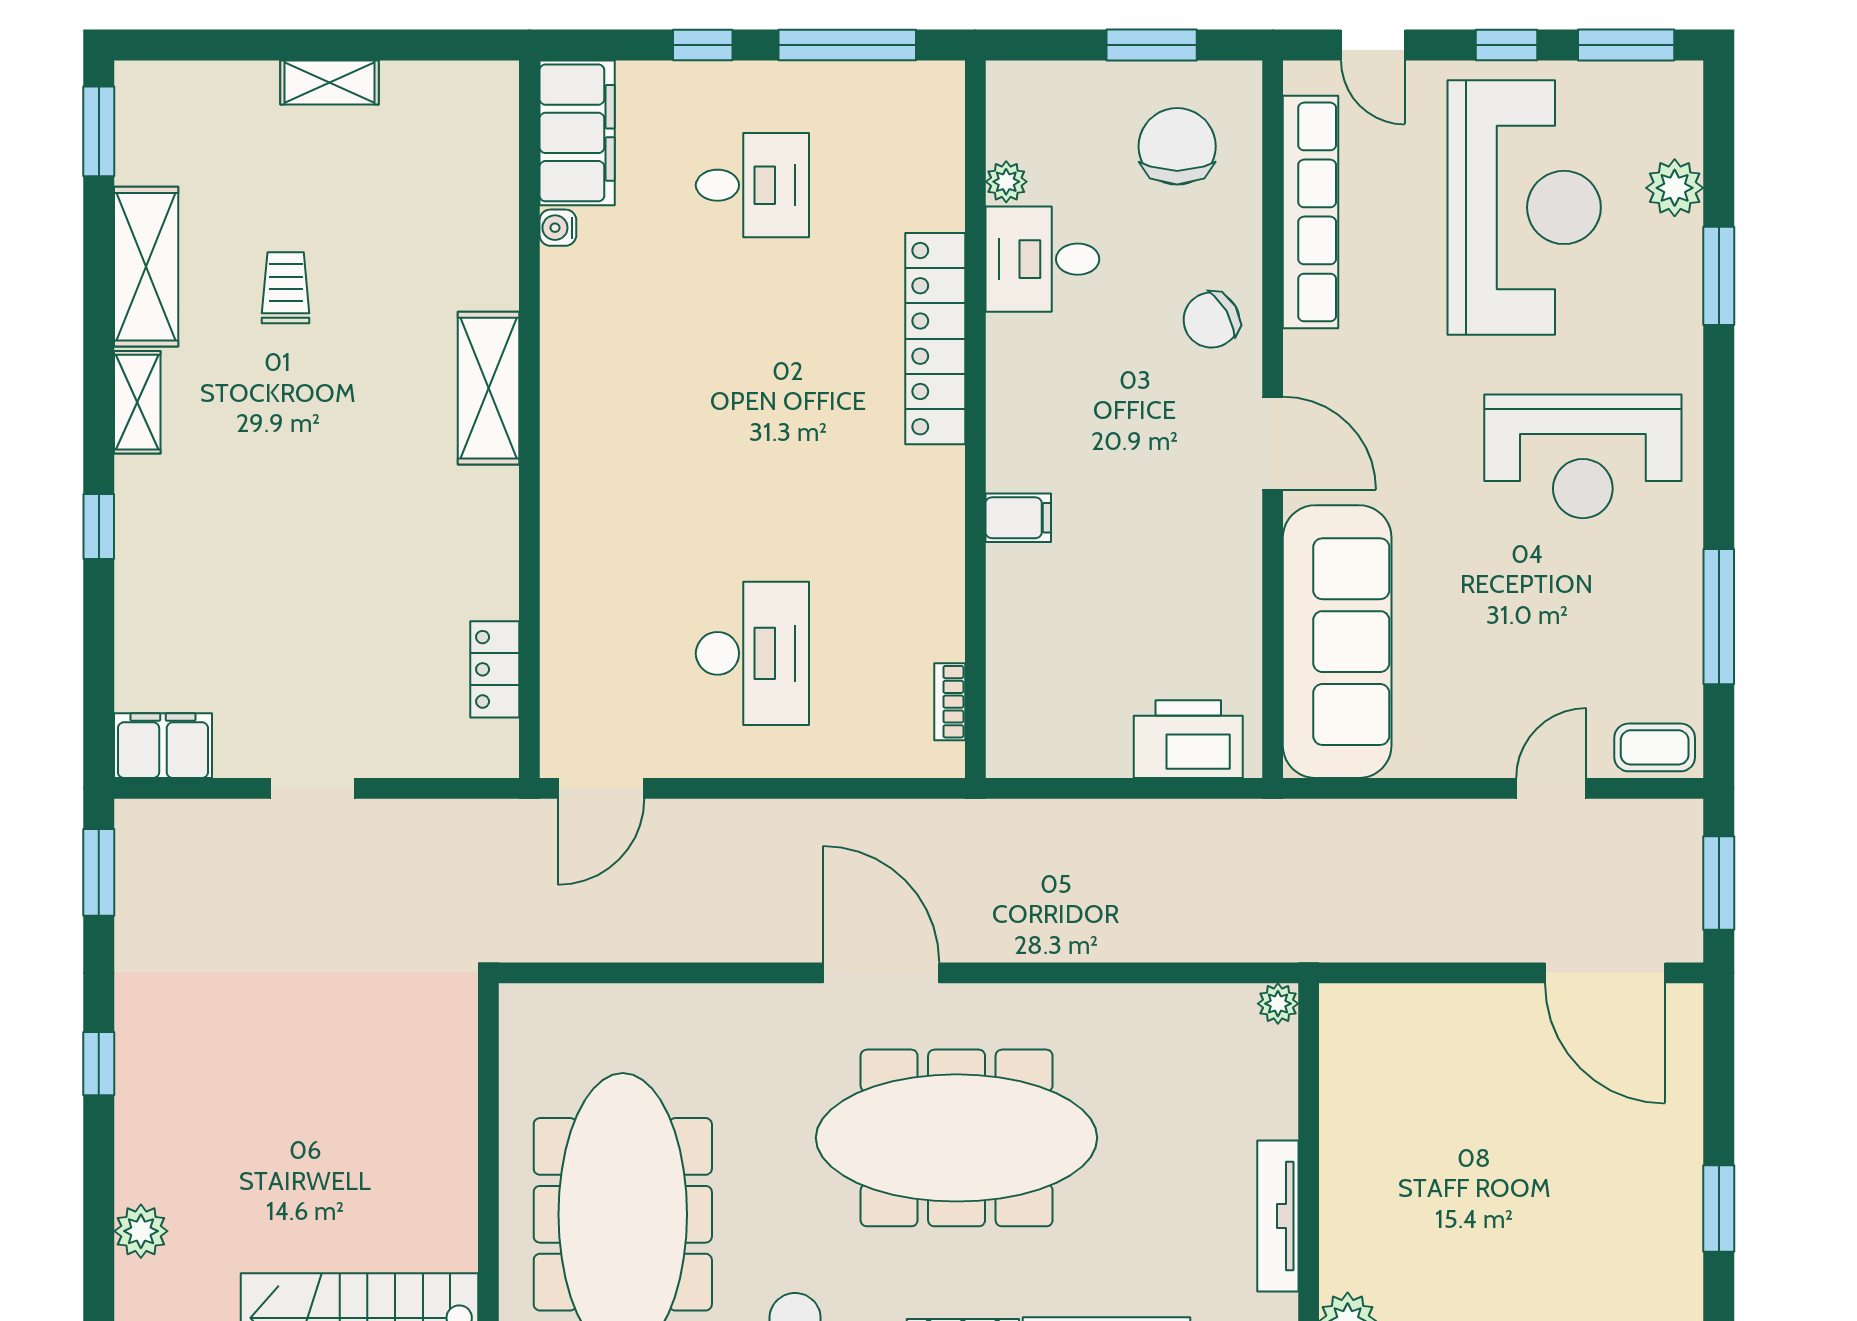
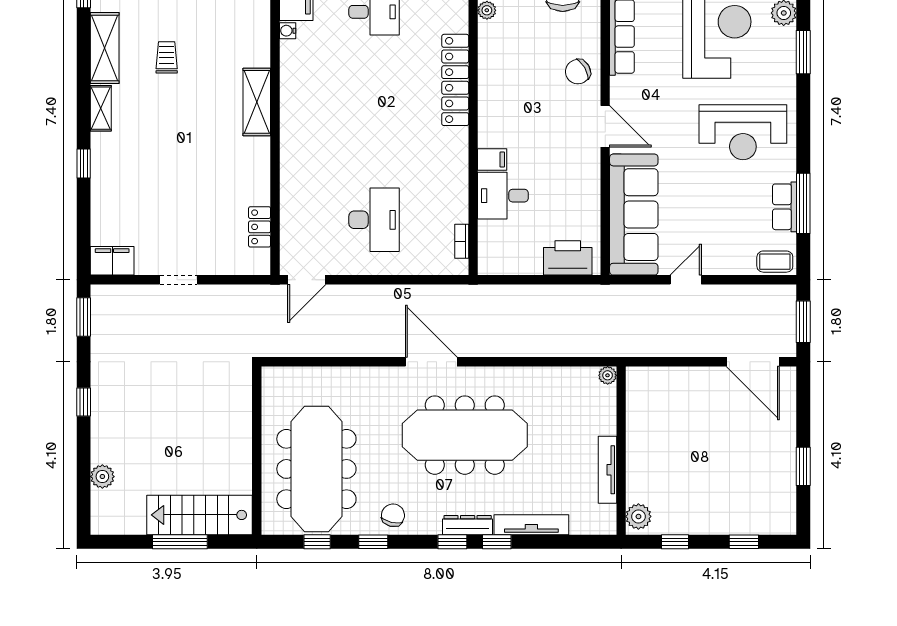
desk: (1042, 259) -> (503, 196), moved
row of seats: (1676, 624) -> (785, 207), added
door: (1551, 788) -> (686, 280), moved

